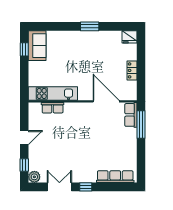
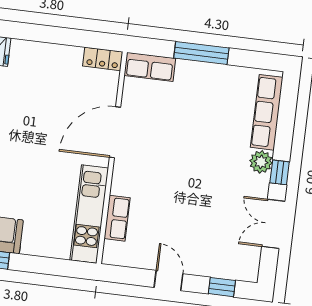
locker: (132, 70) -> (103, 59), moved
door: (106, 101) -> (115, 132), moved
window: (141, 125) -> (201, 53), moved
plant: (34, 177) -> (261, 162), moved

